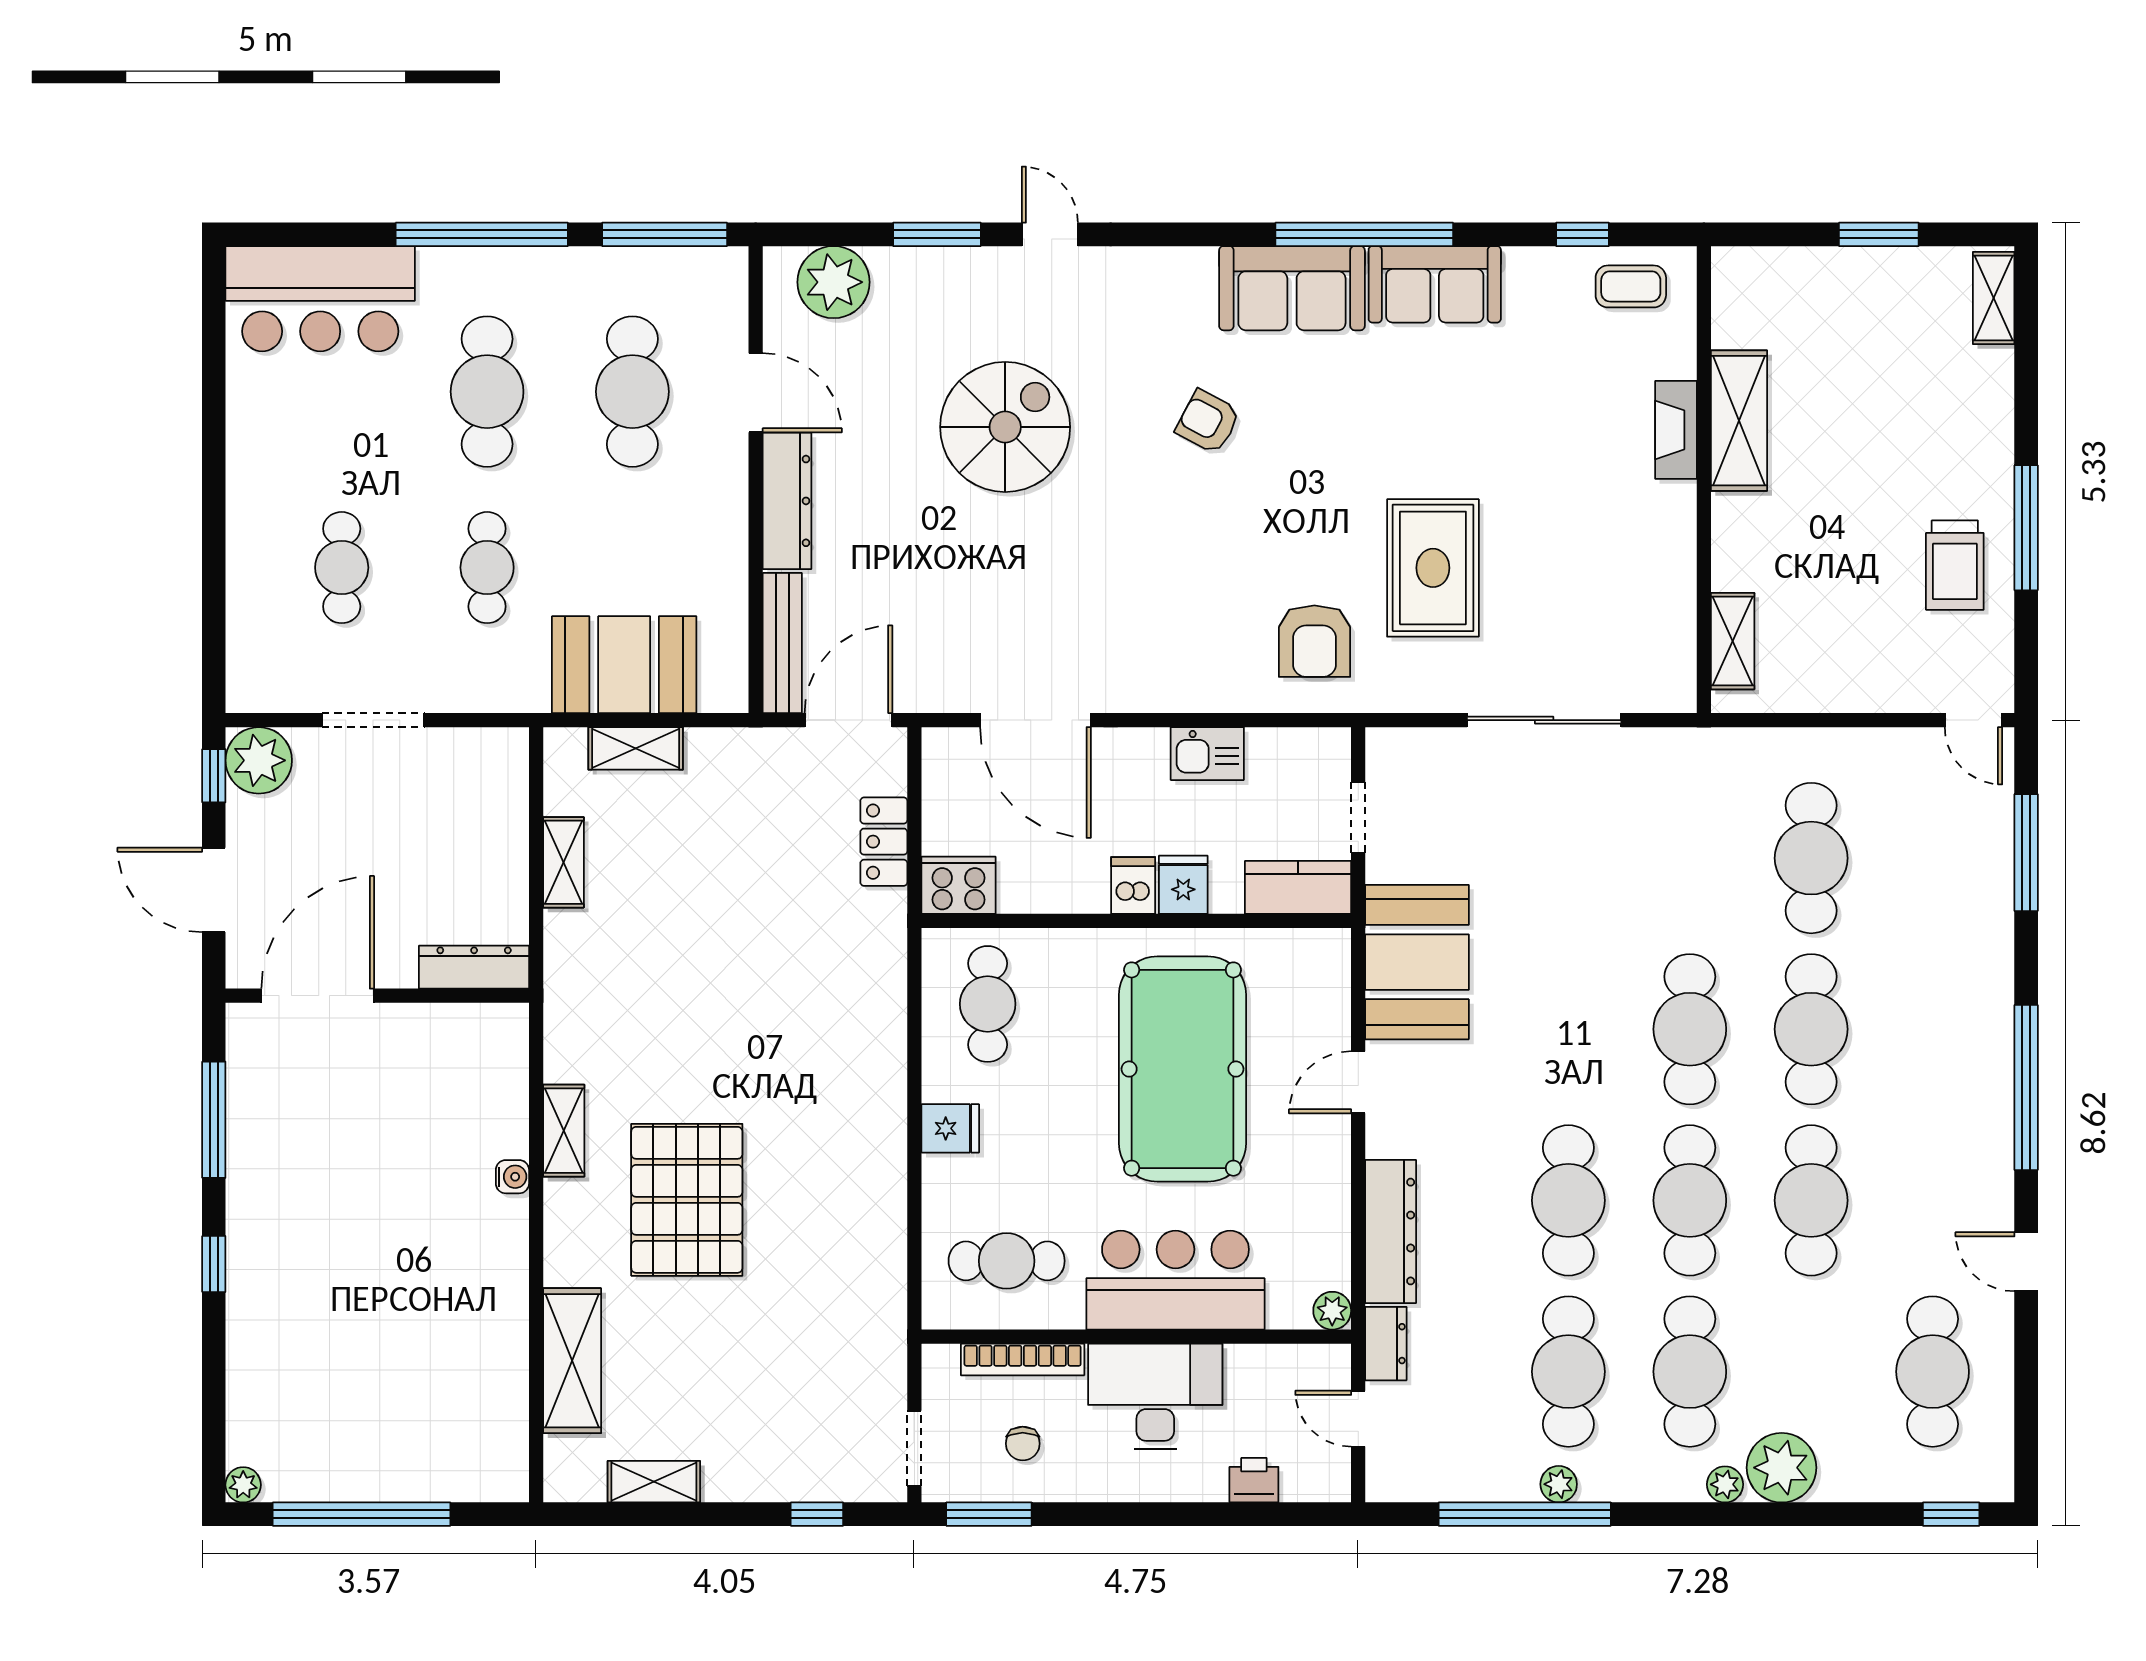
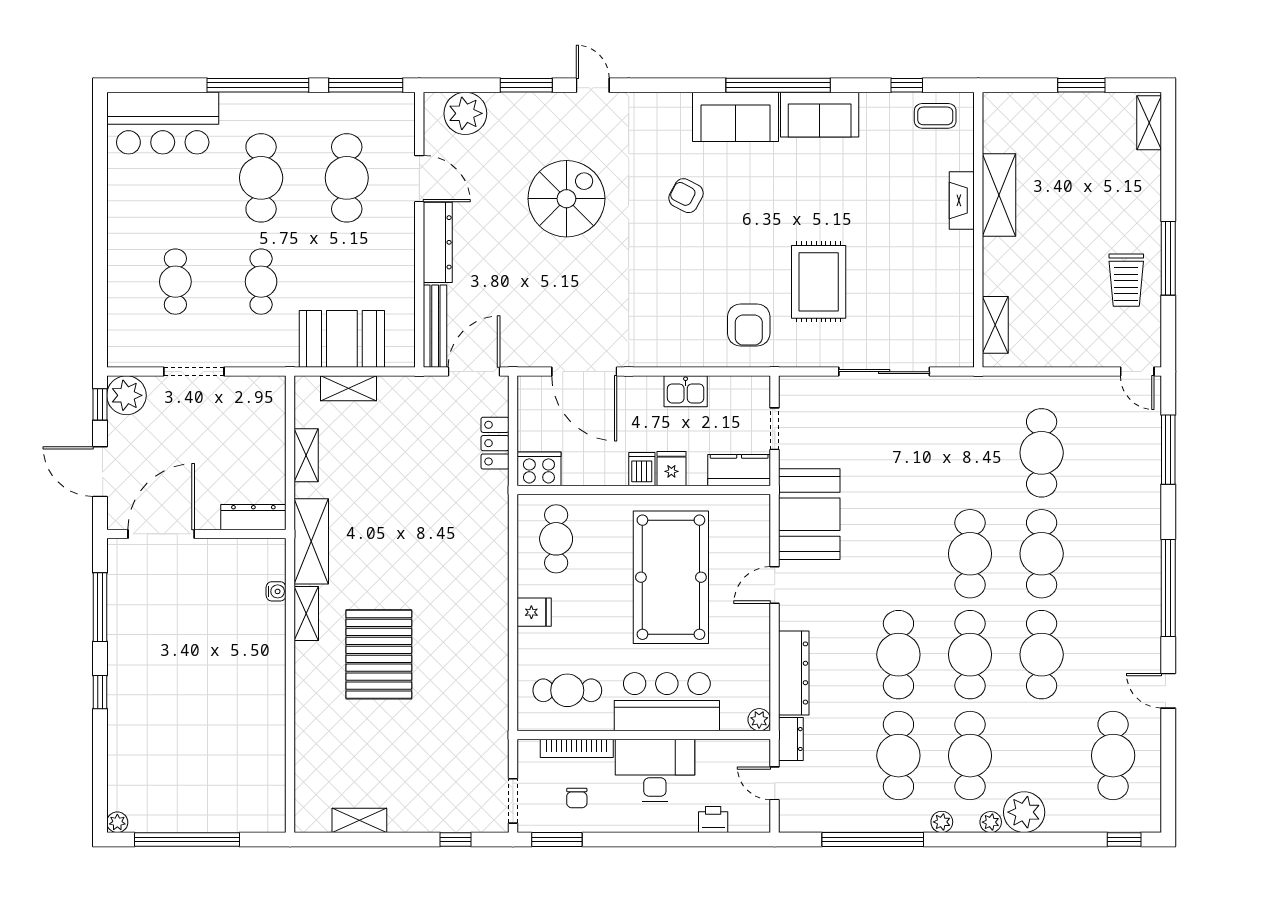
water cooler: (512, 1177) -> (276, 591), moved
shelving: (572, 1361) -> (311, 541), moved
plant: (1559, 1484) -> (942, 822), moved

